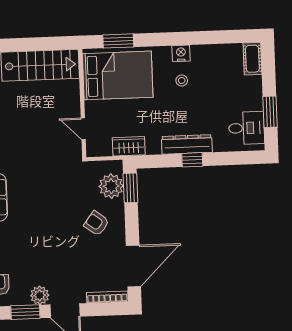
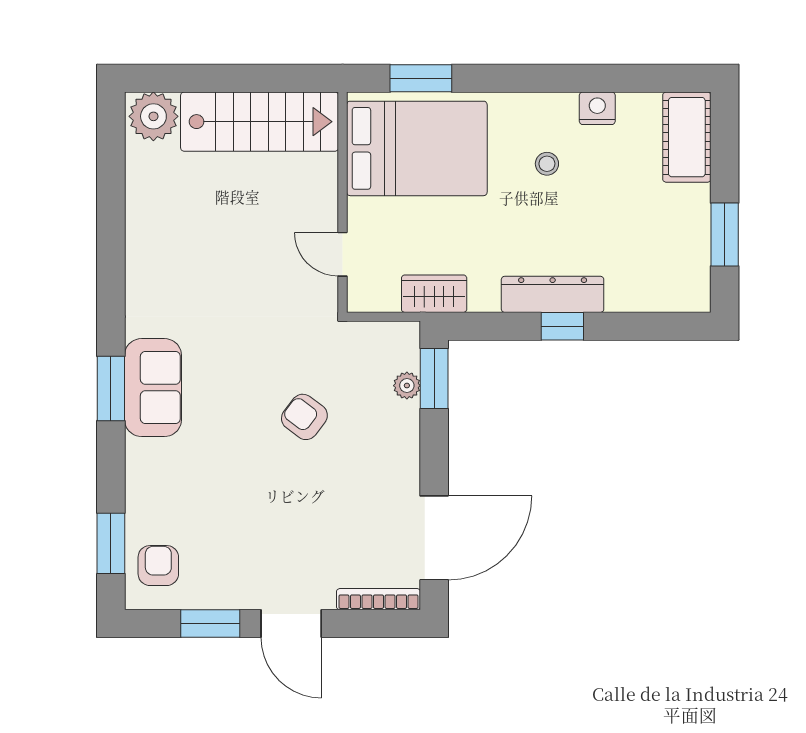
nightstand: (181, 53) -> (597, 108), moved
cot: (252, 59) -> (687, 137), width x1.37, depth x1.34
desk: (246, 128) -> (675, 266), removed
plant: (111, 186) -> (407, 386), width x0.53, depth x0.53
armchair: (97, 223) -> (304, 417), moved
plant: (40, 295) -> (241, 591), removed

